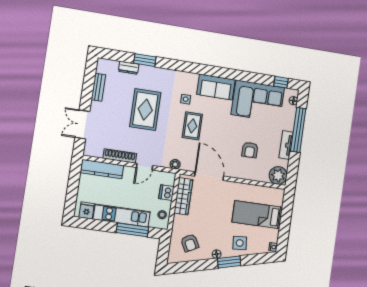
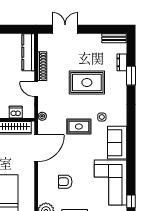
bench: (98, 87) -> (114, 38), moved

